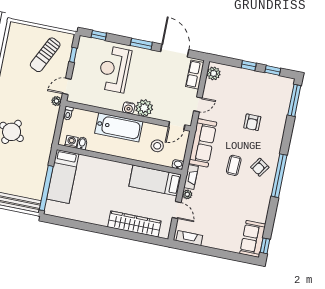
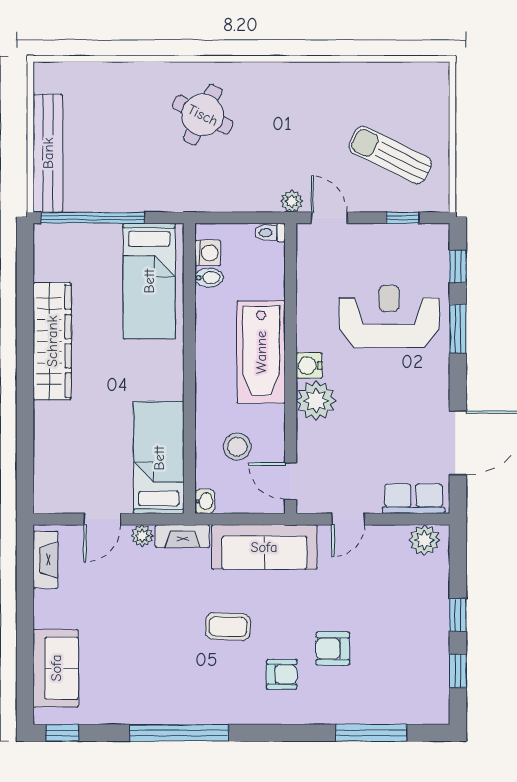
window: (141, 44) -> (458, 329), moved
window: (294, 100) -> (371, 733), moved
door: (198, 104) -> (348, 519), hinge flipped
armchair: (260, 167) -> (282, 674), moved, turned 146
bed: (63, 176) -> (149, 281), moved, turned -90
window: (279, 176) -> (179, 733), moved
wardrobe: (134, 224) -> (52, 341), moved
sofa: (253, 239) -> (56, 668), moved, turned 90

